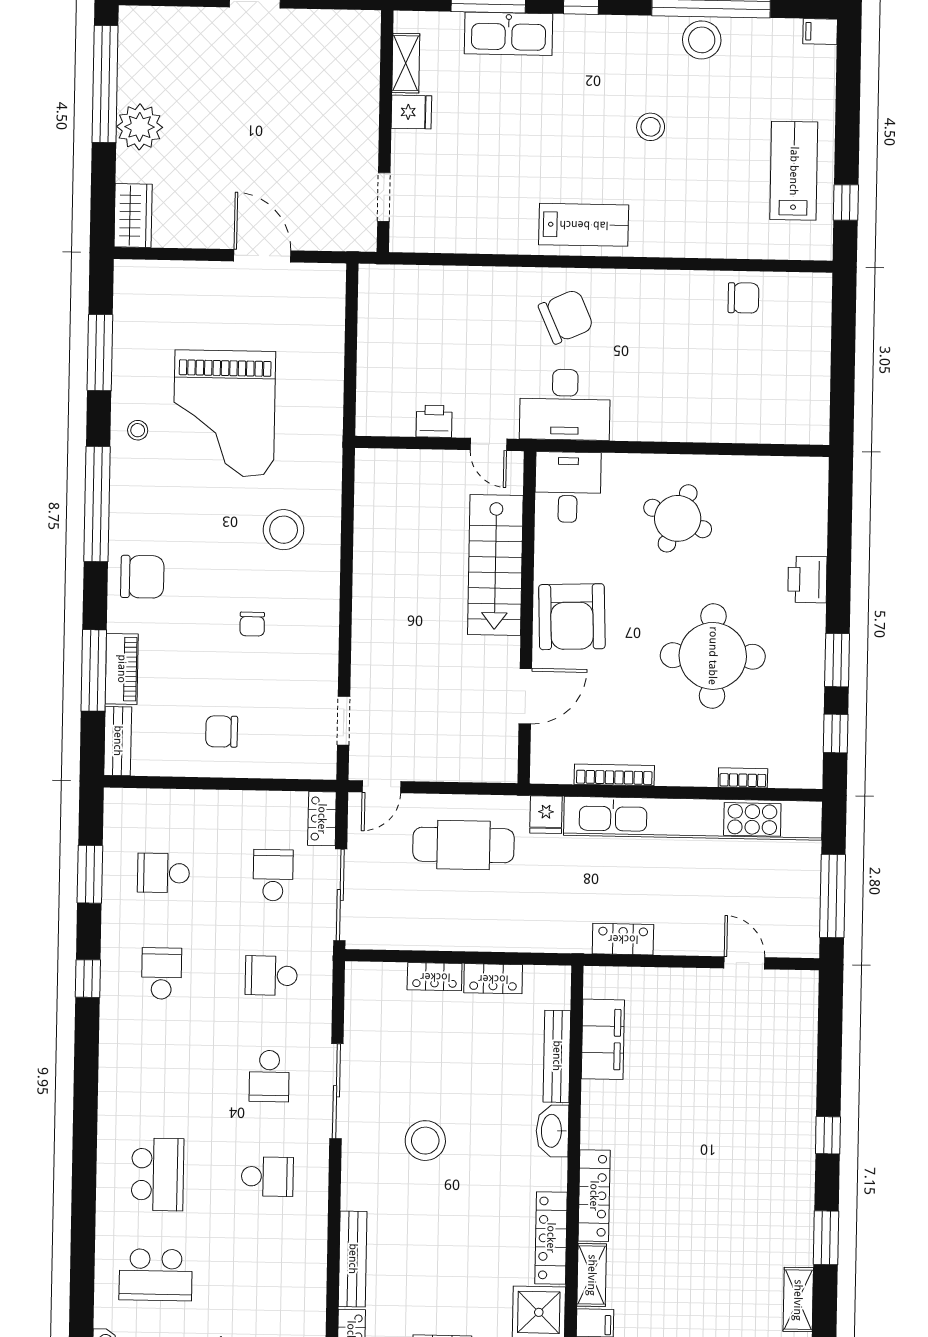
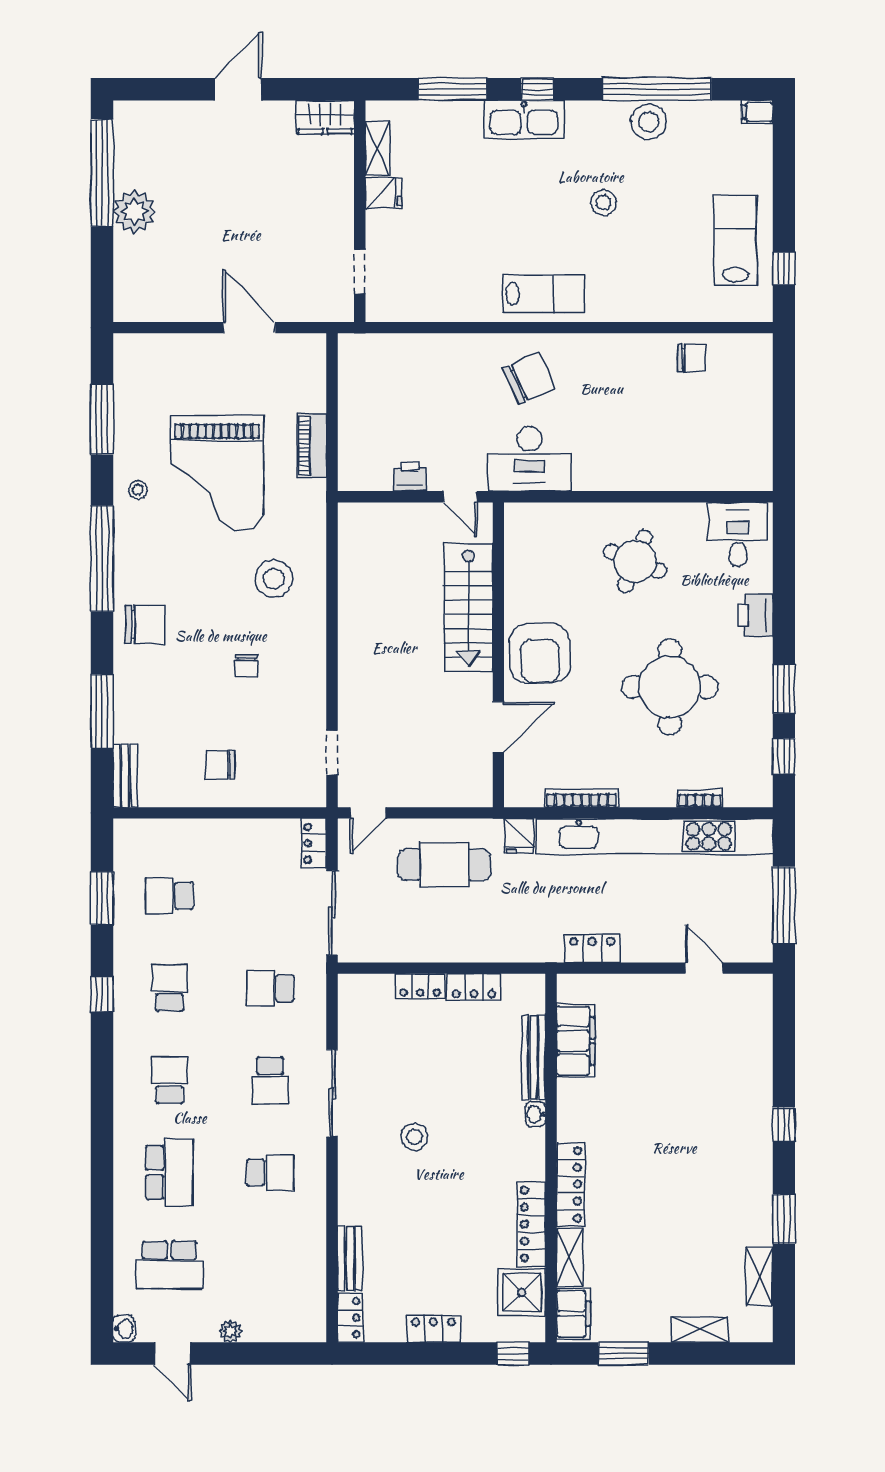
kitchen sink: (509, 34) -> (524, 120), moved
wardrobe: (133, 216) -> (325, 117), moved, turned 90
desk: (568, 487) -> (738, 535), moved
piano: (122, 669) -> (312, 446), moved, turned 180
school desk: (273, 875) -> (169, 1080), moved
washbasin: (552, 1131) -> (535, 1114), width x0.52, depth x0.69
stool: (425, 1141) -> (414, 1137), width x0.73, depth x0.73
bench: (353, 1259) -> (350, 1259), width x0.73

